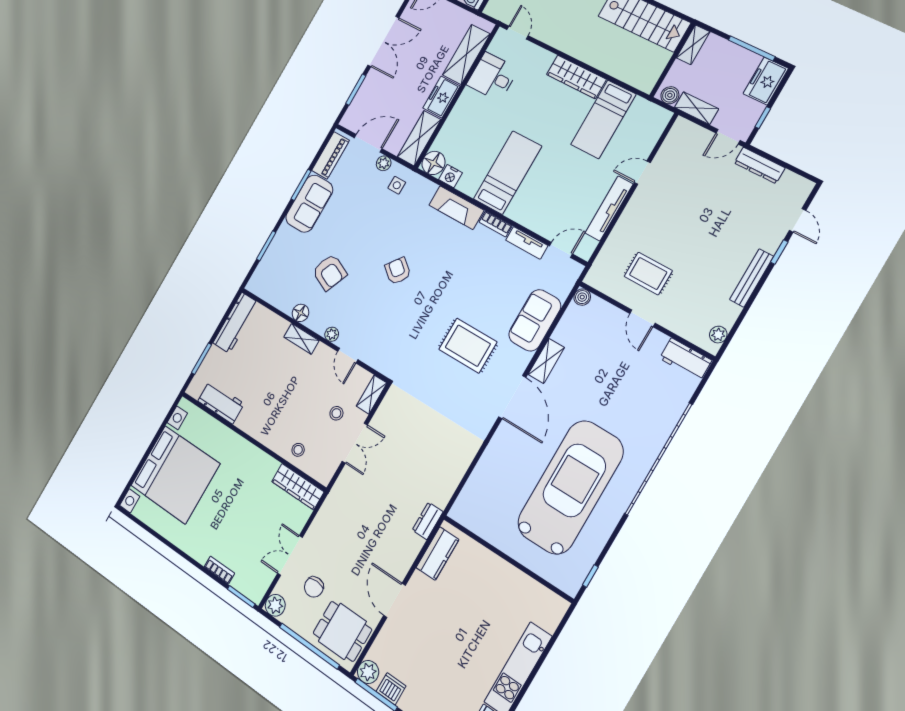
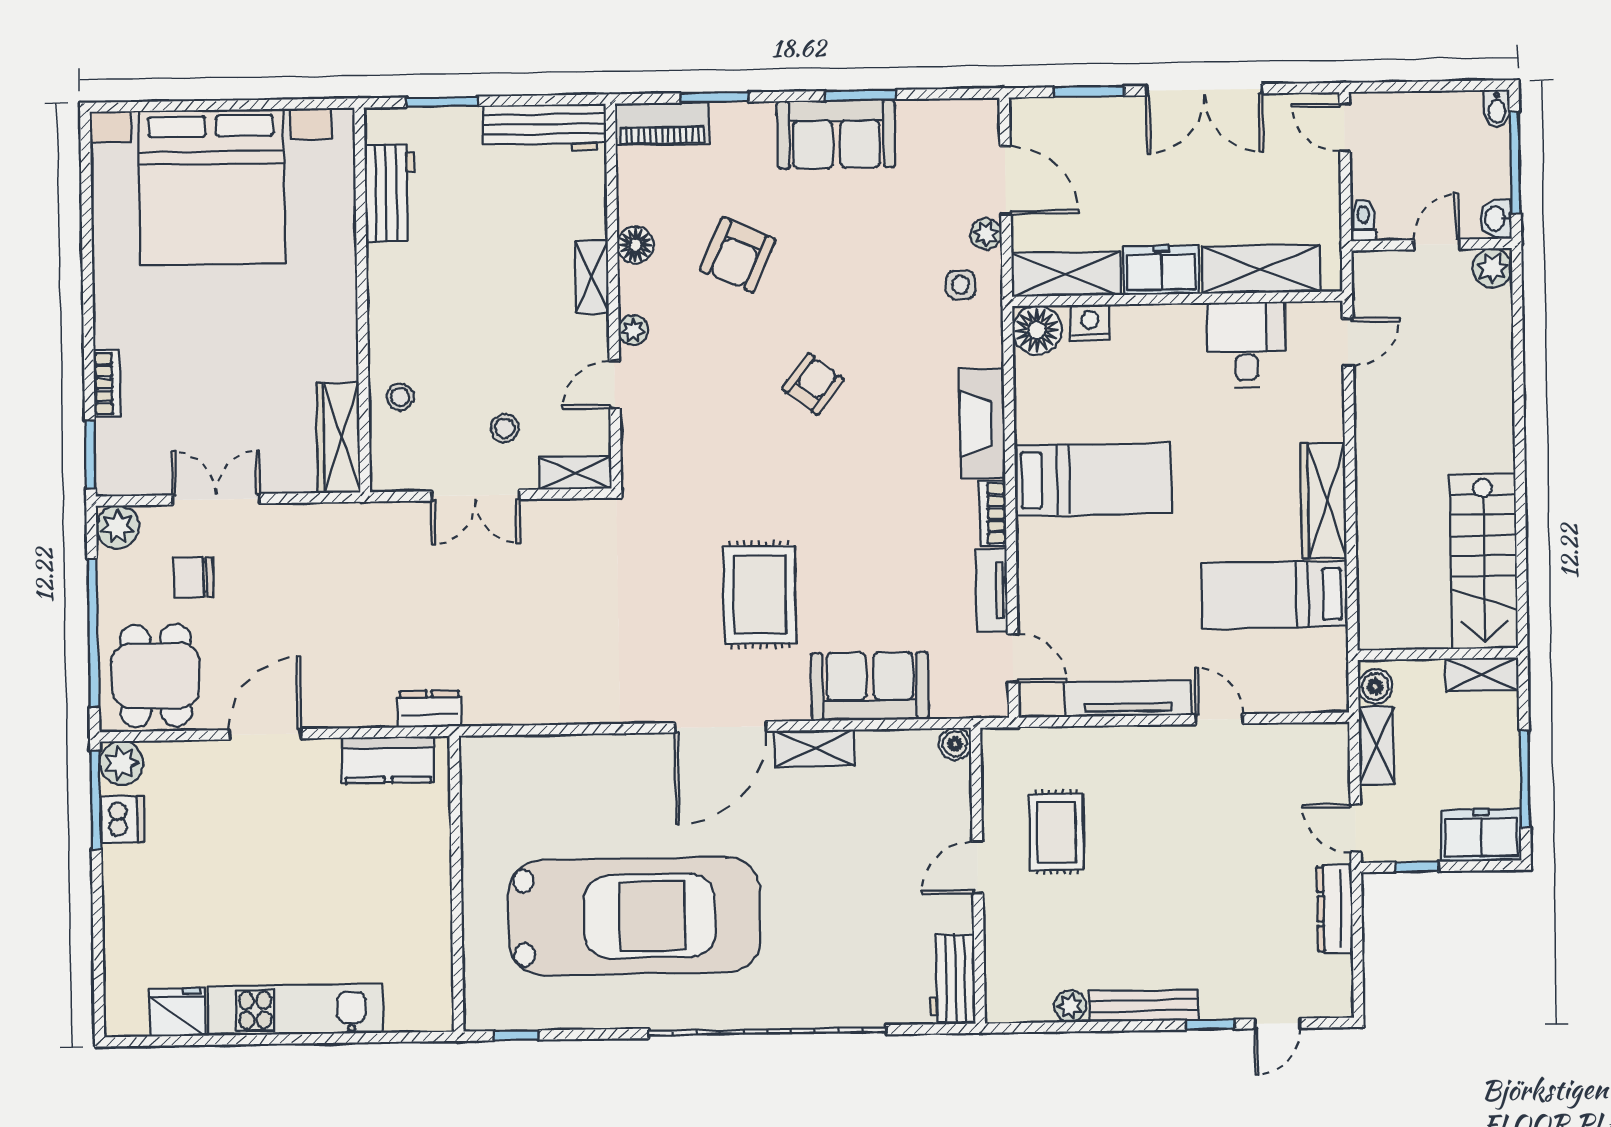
piano: (331, 155) -> (662, 124), moved
nightstand: (450, 176) -> (1090, 323), moved, turned 90
plant: (718, 335) -> (1070, 1006), moved

